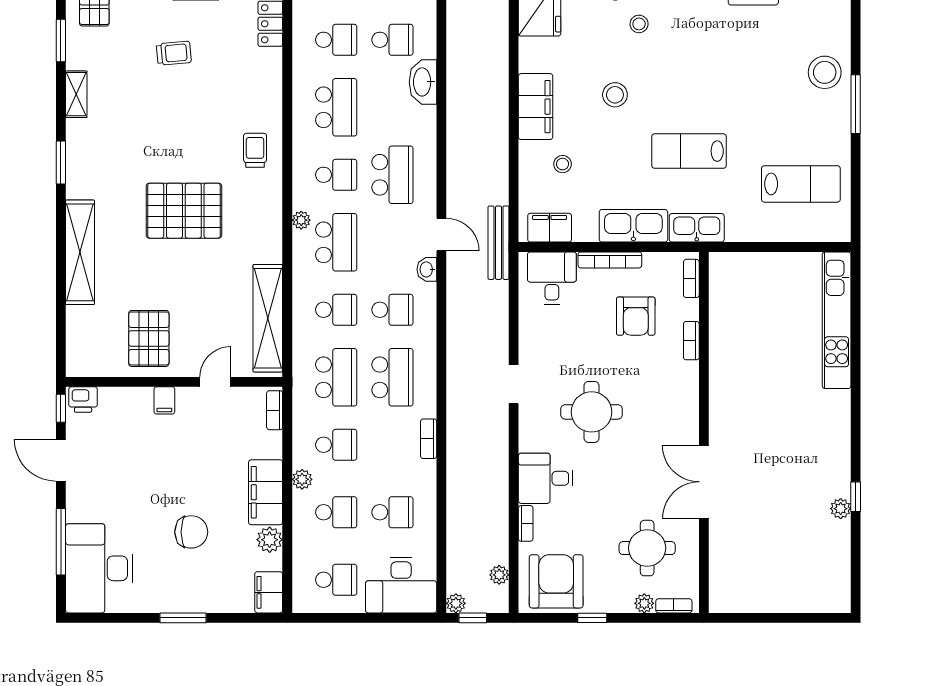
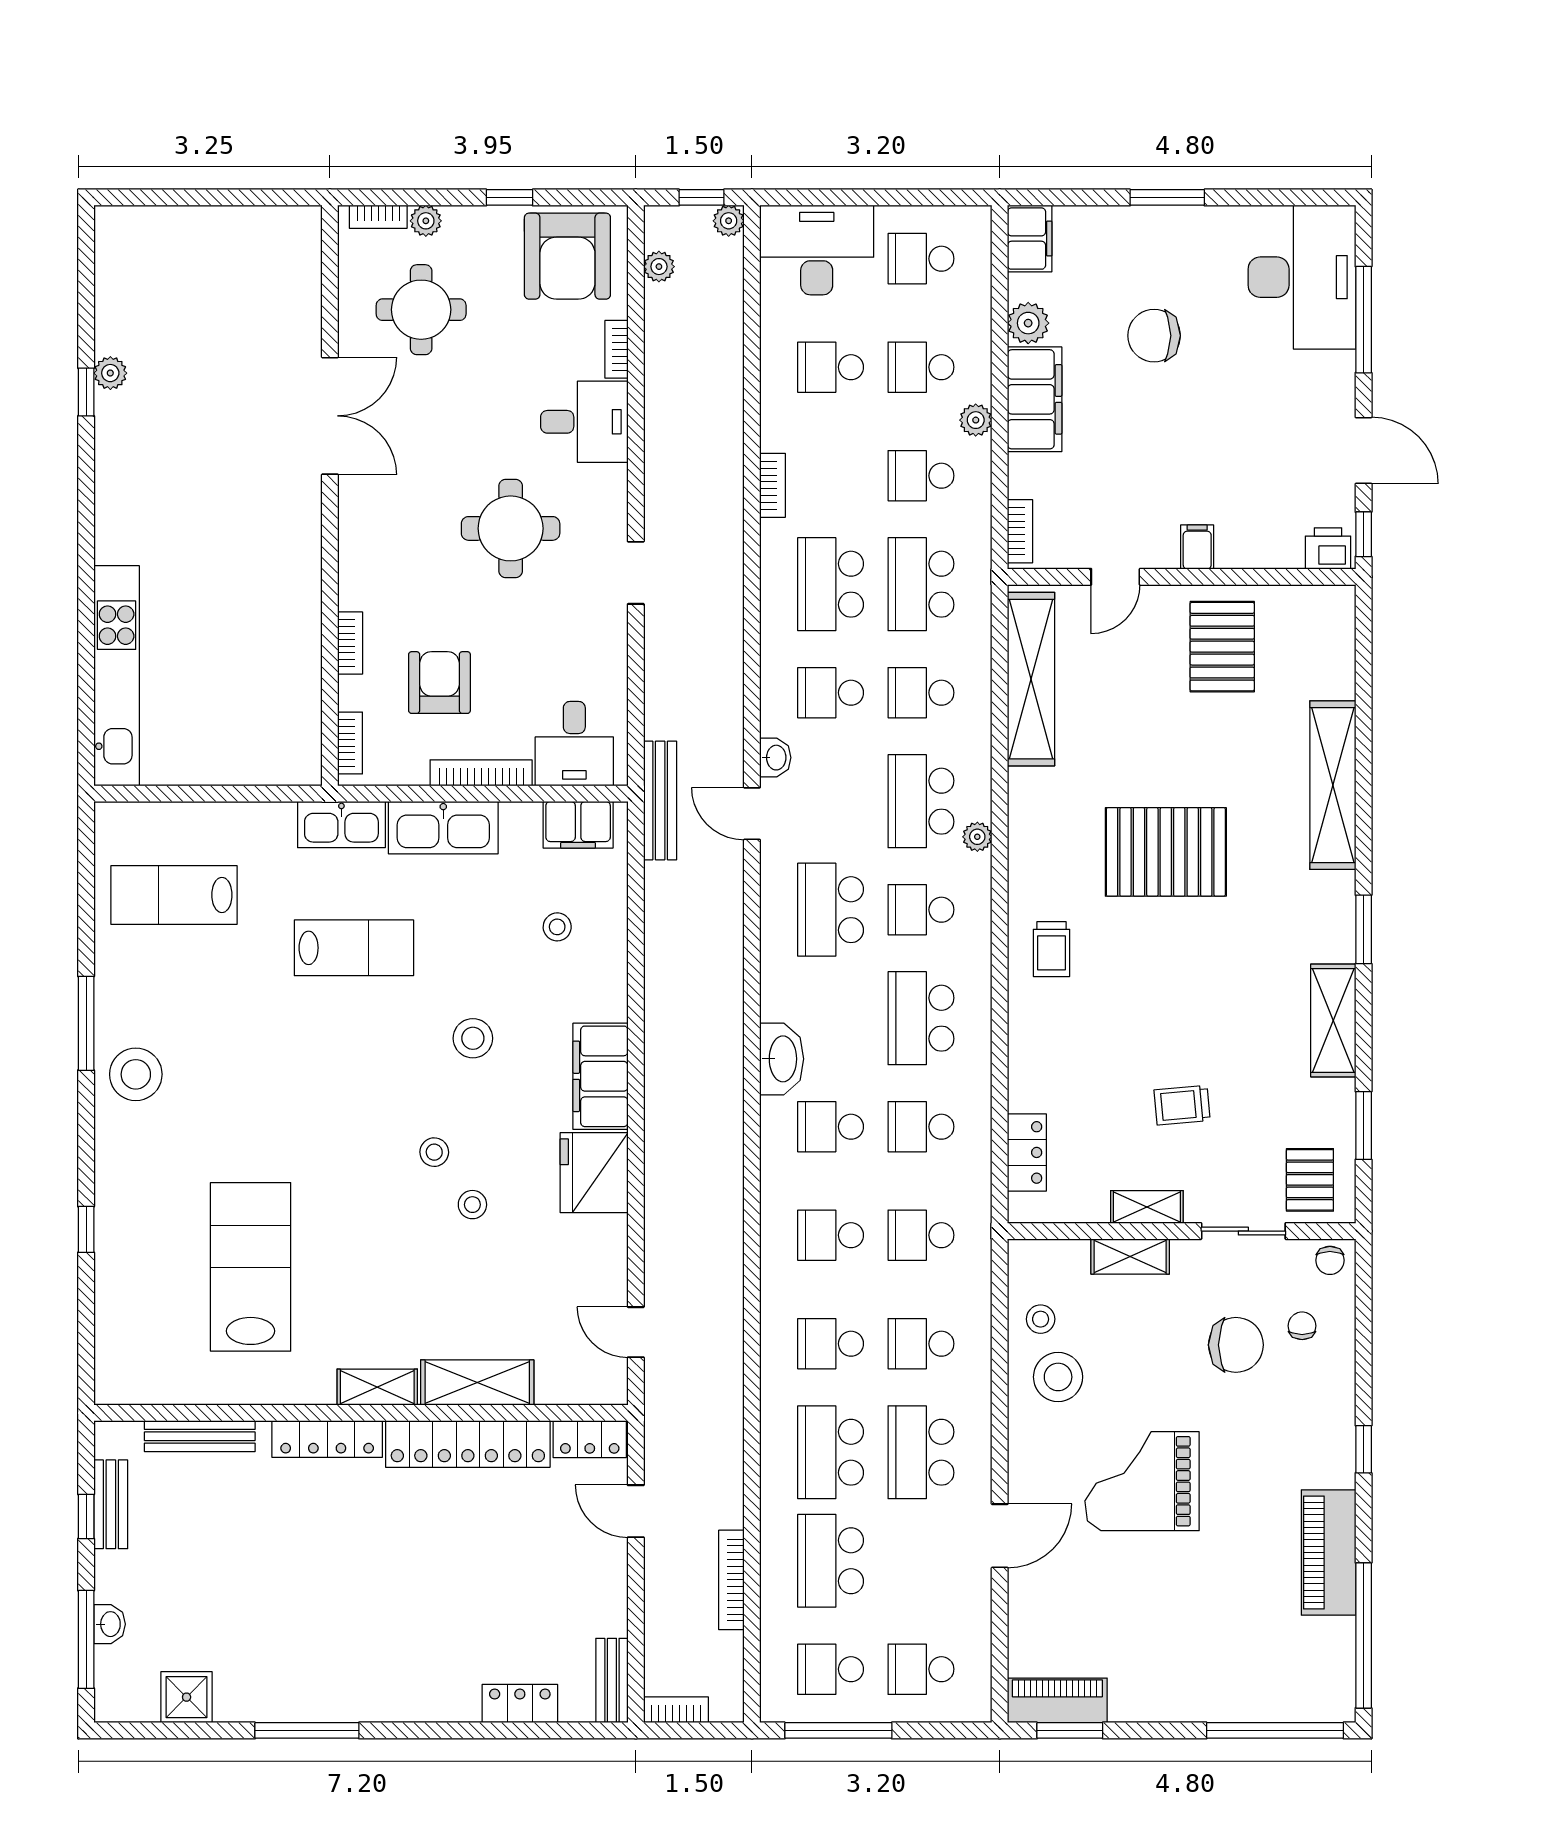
shelving: (76, 94) -> (1333, 1020), width x1.50, depth x1.33
filing cabinet: (536, 107) -> (600, 1076), moved

